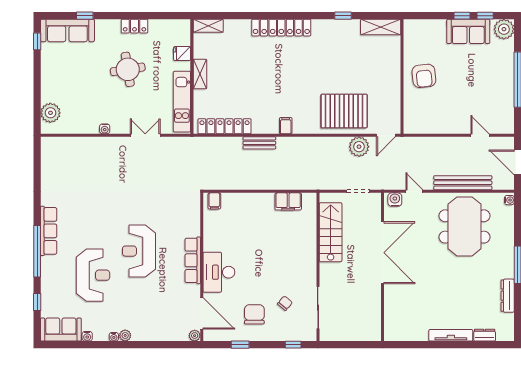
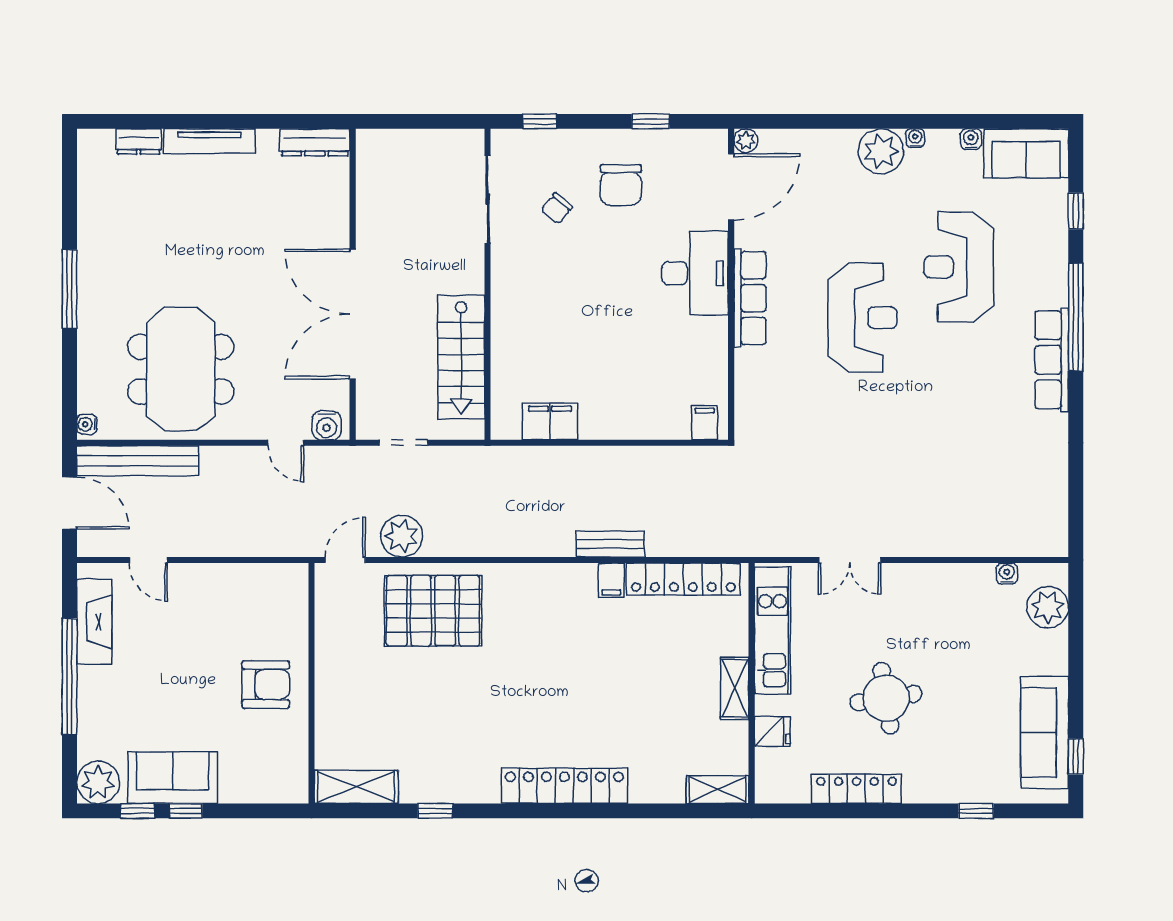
locker: (134, 26) -> (856, 789), width x1.53
sofa: (67, 30) -> (1045, 733), moved, turned -90
armchair: (424, 76) -> (266, 684), turned 96
fireplace: (506, 106) -> (94, 622), added
filing cabinet: (286, 126) -> (611, 580), moved
water cooler: (105, 129) -> (1007, 574), moved
bench: (463, 183) -> (137, 461), moved
dresser: (508, 296) -> (315, 142), moved, turned 90
door: (202, 313) -> (731, 187), swing flipped
plant: (125, 335) -> (881, 151), width x1.87, depth x1.87

